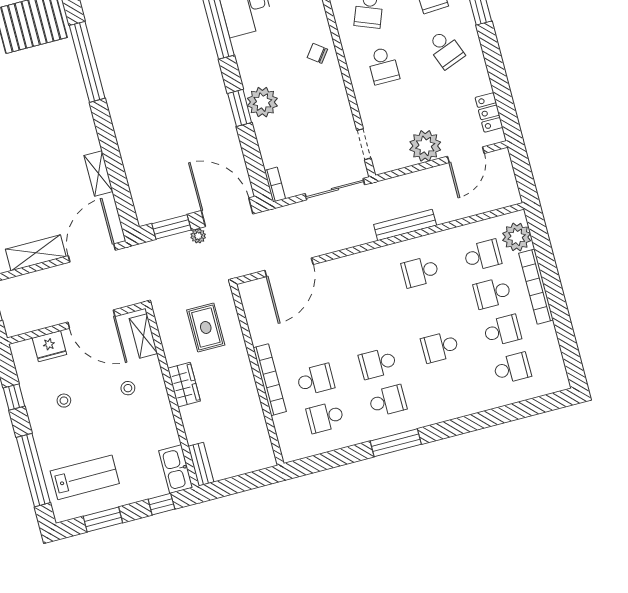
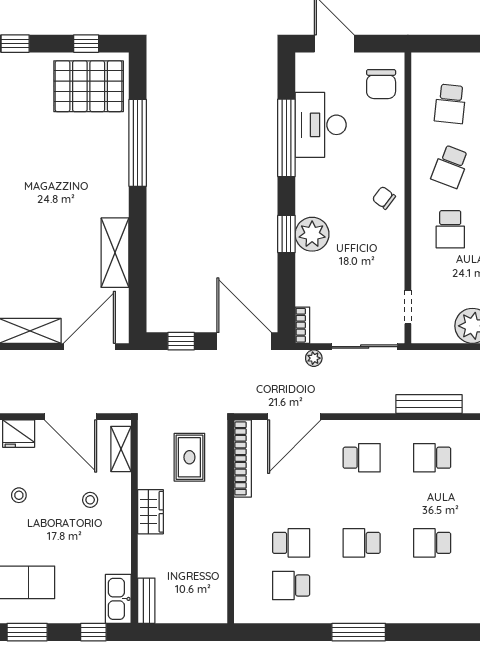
shelving: (98, 174) -> (115, 253), width x1.50, depth x1.33
window: (171, 227) -> (181, 341), width x0.67
plant: (198, 236) -> (314, 358), moved
bookcase: (270, 380) -> (243, 458), moved
school desk: (388, 401) -> (362, 458), moved

